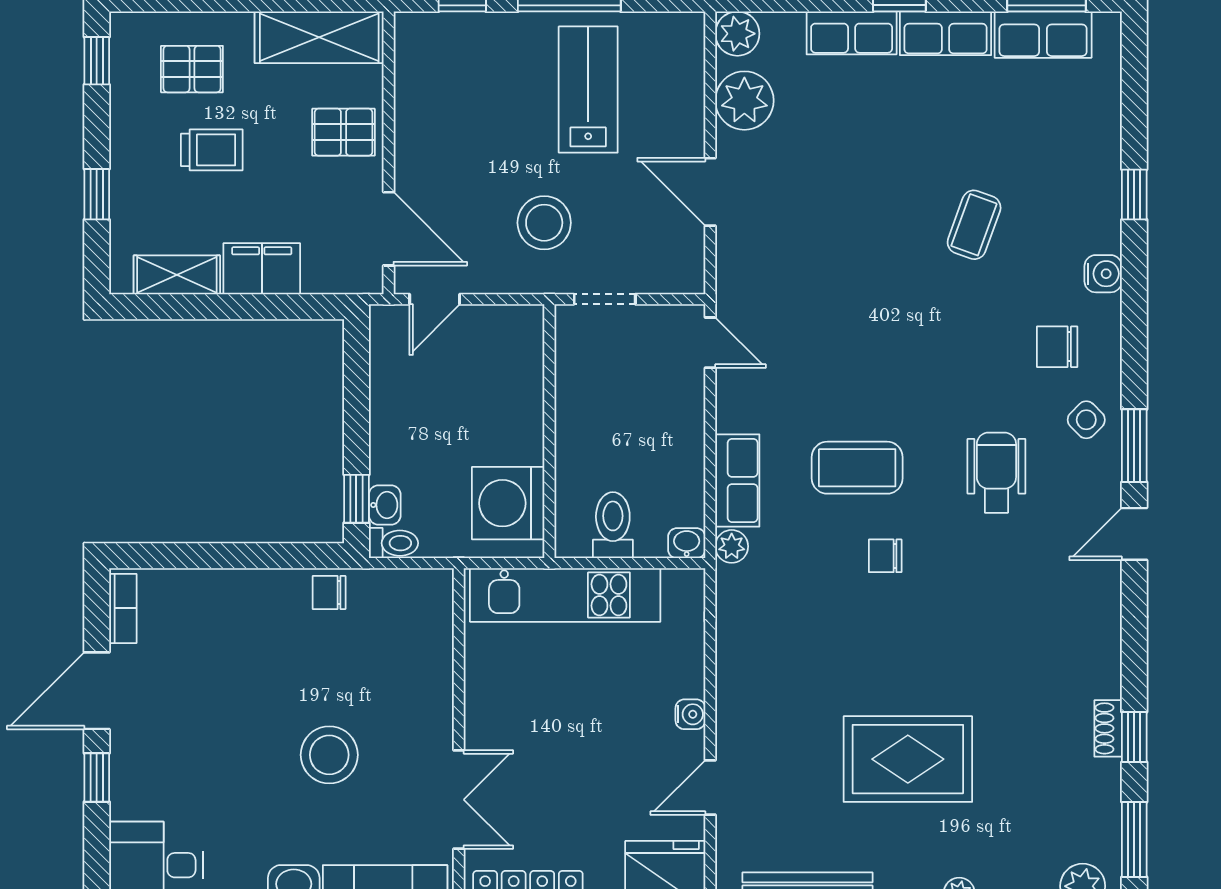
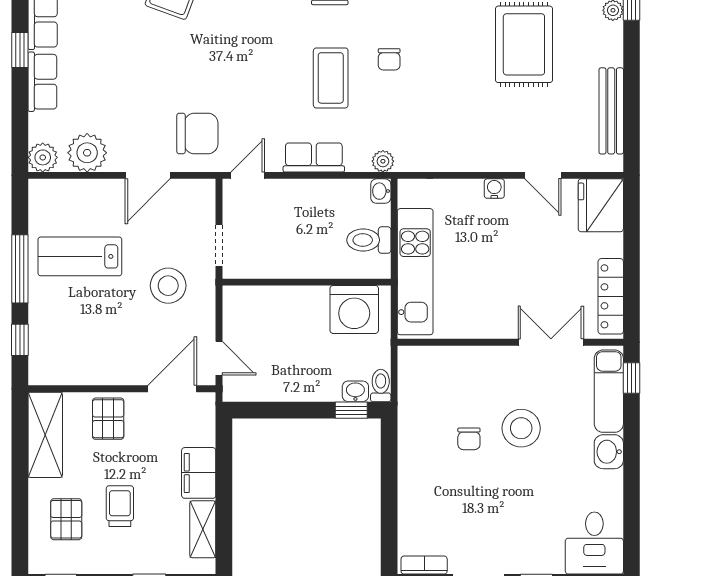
chair: (773, 267) -> (197, 133), added
row of seats: (737, 480) -> (314, 157), moved
chair: (329, 593) -> (469, 439), moved

